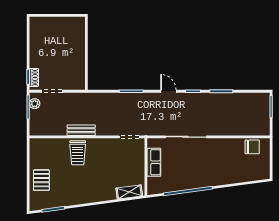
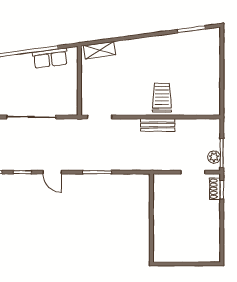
row of seats: (154, 162) -> (50, 58), moved, turned -98
pallet: (41, 180) -> (206, 64), removed

